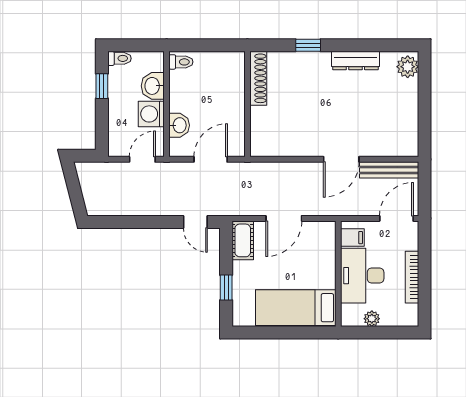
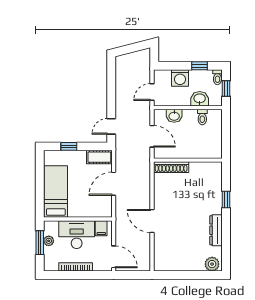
window: (137, 45) -> (226, 88), added
toilet: (181, 62) -> (202, 117), moved
shoe rack: (258, 78) -> (171, 167), moved
washing machine: (151, 114) -> (180, 78), moved, turned 180
door: (142, 159) -> (152, 92), swing flipped
bench: (389, 170) -> (145, 252), removed
door: (284, 218) -> (114, 184), hinge flipped
window: (375, 332) -> (40, 243), added

